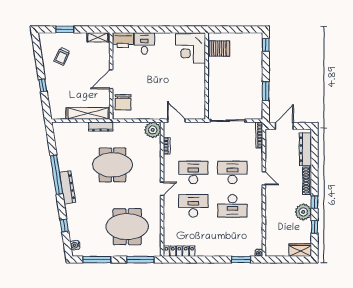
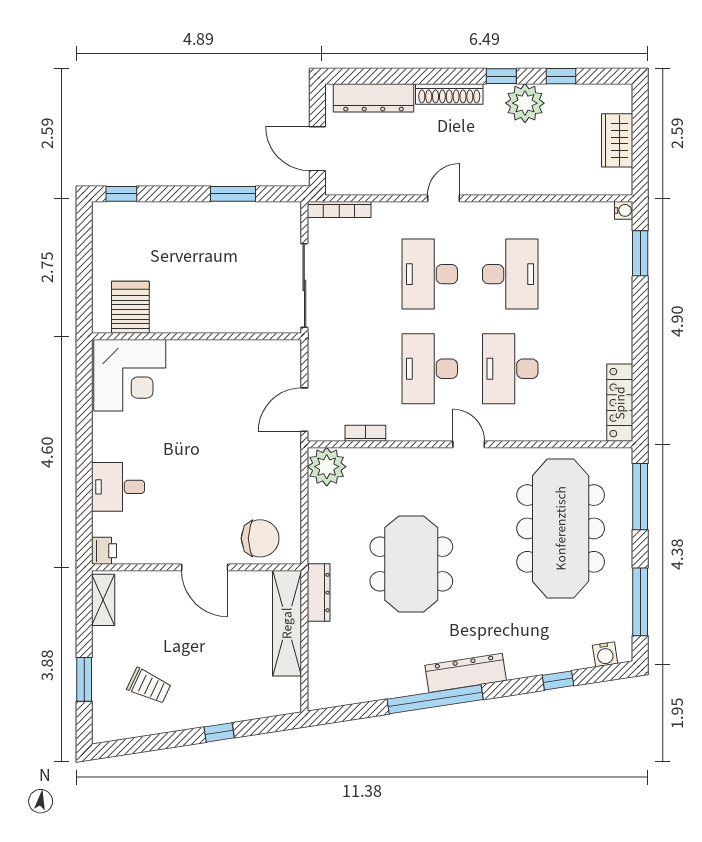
printer: (123, 40) -> (104, 551), width x0.53, depth x0.68
meeting table: (127, 227) -> (561, 528), width x1.36
wardrobe: (300, 250) -> (617, 140), moved

